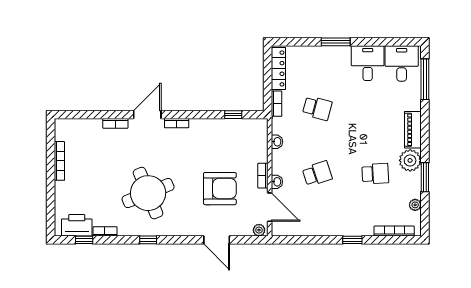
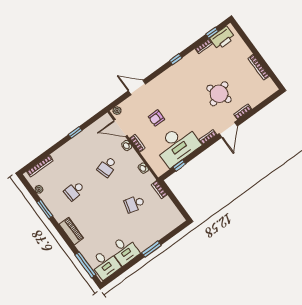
locker: (278, 68) -> (173, 210), removed
desk: (219, 140) -> (177, 145), added
plant: (410, 160) -> (60, 213), removed
armchair: (220, 189) -> (156, 118), width x0.53, depth x0.53
round table: (148, 193) -> (219, 94), moved, width x0.73, depth x0.73
window: (352, 240) -> (75, 132), moved

